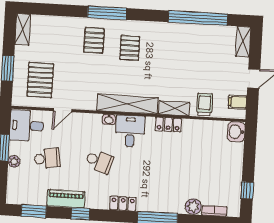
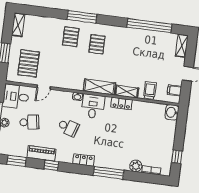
shelving: (127, 104) -> (99, 87), width x0.68

